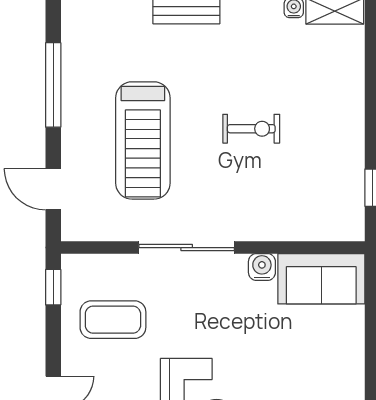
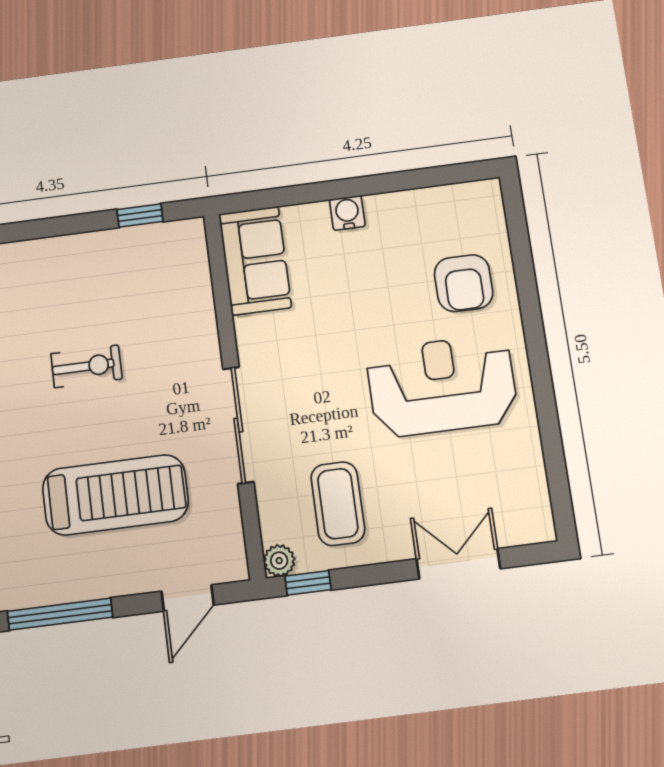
exercise bike: (251, 129) -> (86, 366), turned 90
plant: (74, 266) -> (279, 561), added
water cooler: (262, 267) -> (347, 213), moved, turned 90

